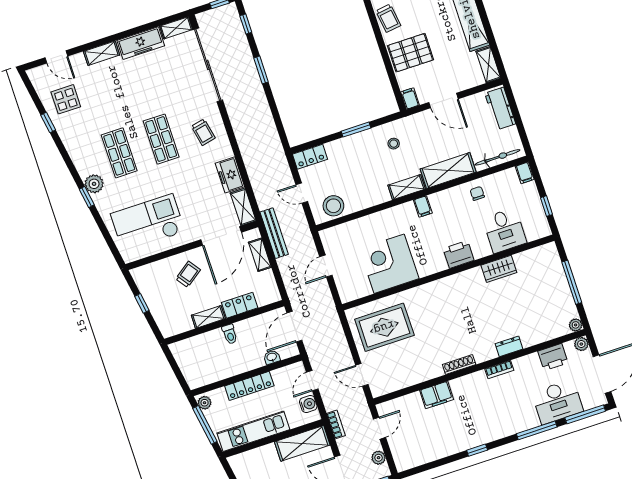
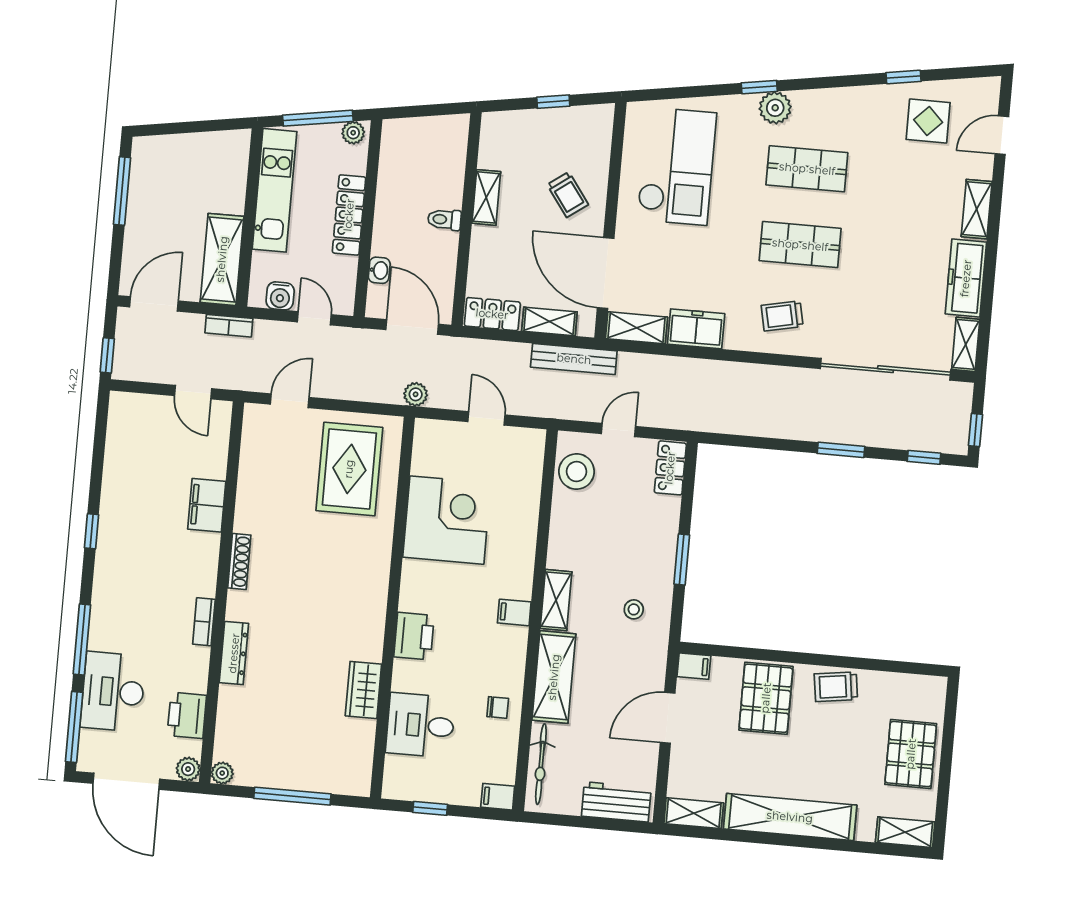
locker: (240, 305) -> (492, 314), moved, turned -90
dresser: (509, 346) -> (234, 653), width x1.44
plant: (379, 458) -> (416, 394), moved

